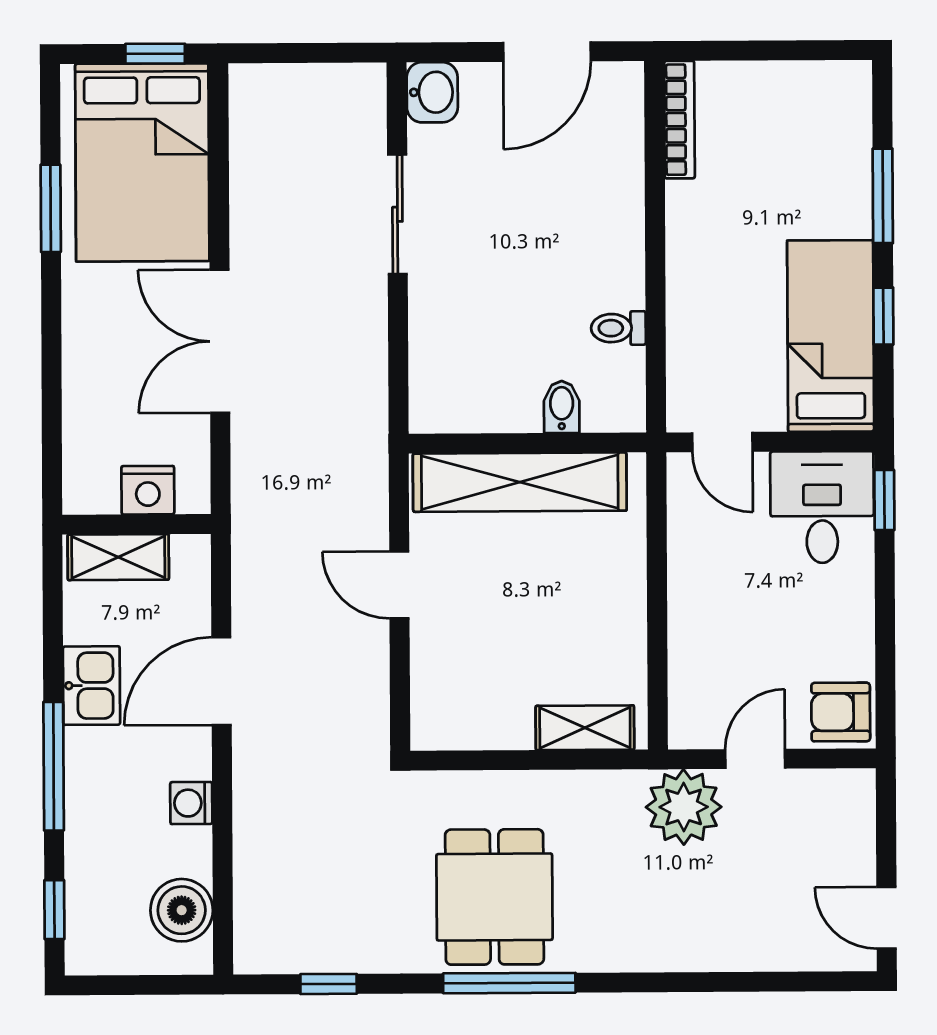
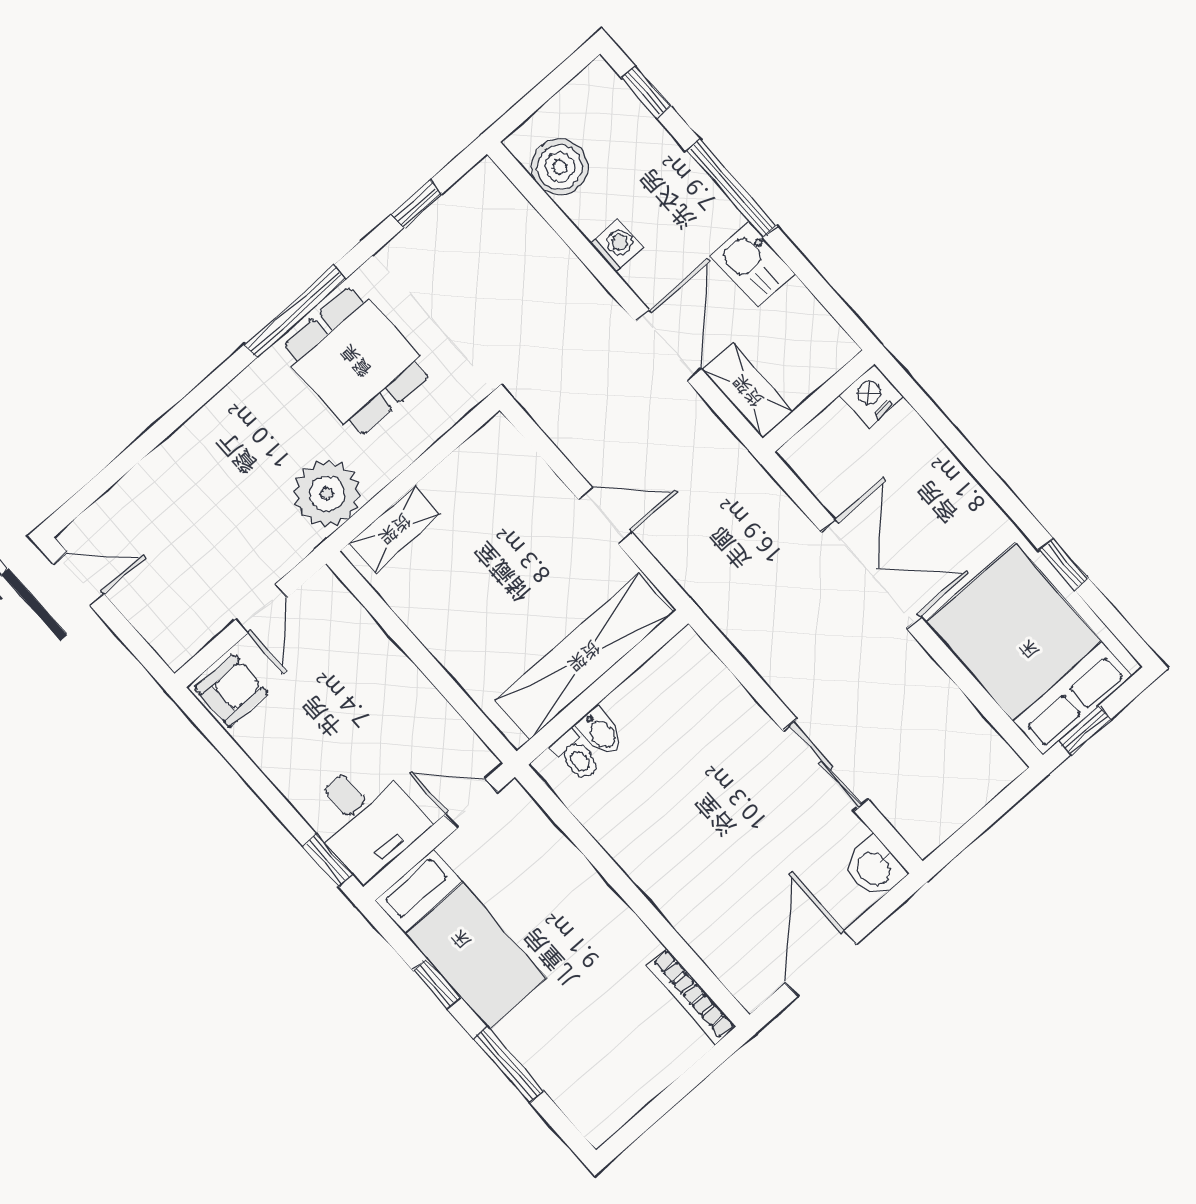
window: (51, 208) -> (1064, 564), width x0.67
toilet: (618, 328) -> (576, 756), moved, turned 90
nightstand: (148, 490) -> (871, 395), moved
shelving: (118, 557) -> (748, 391), moved, turned 90
plant: (684, 807) -> (327, 493), moved

